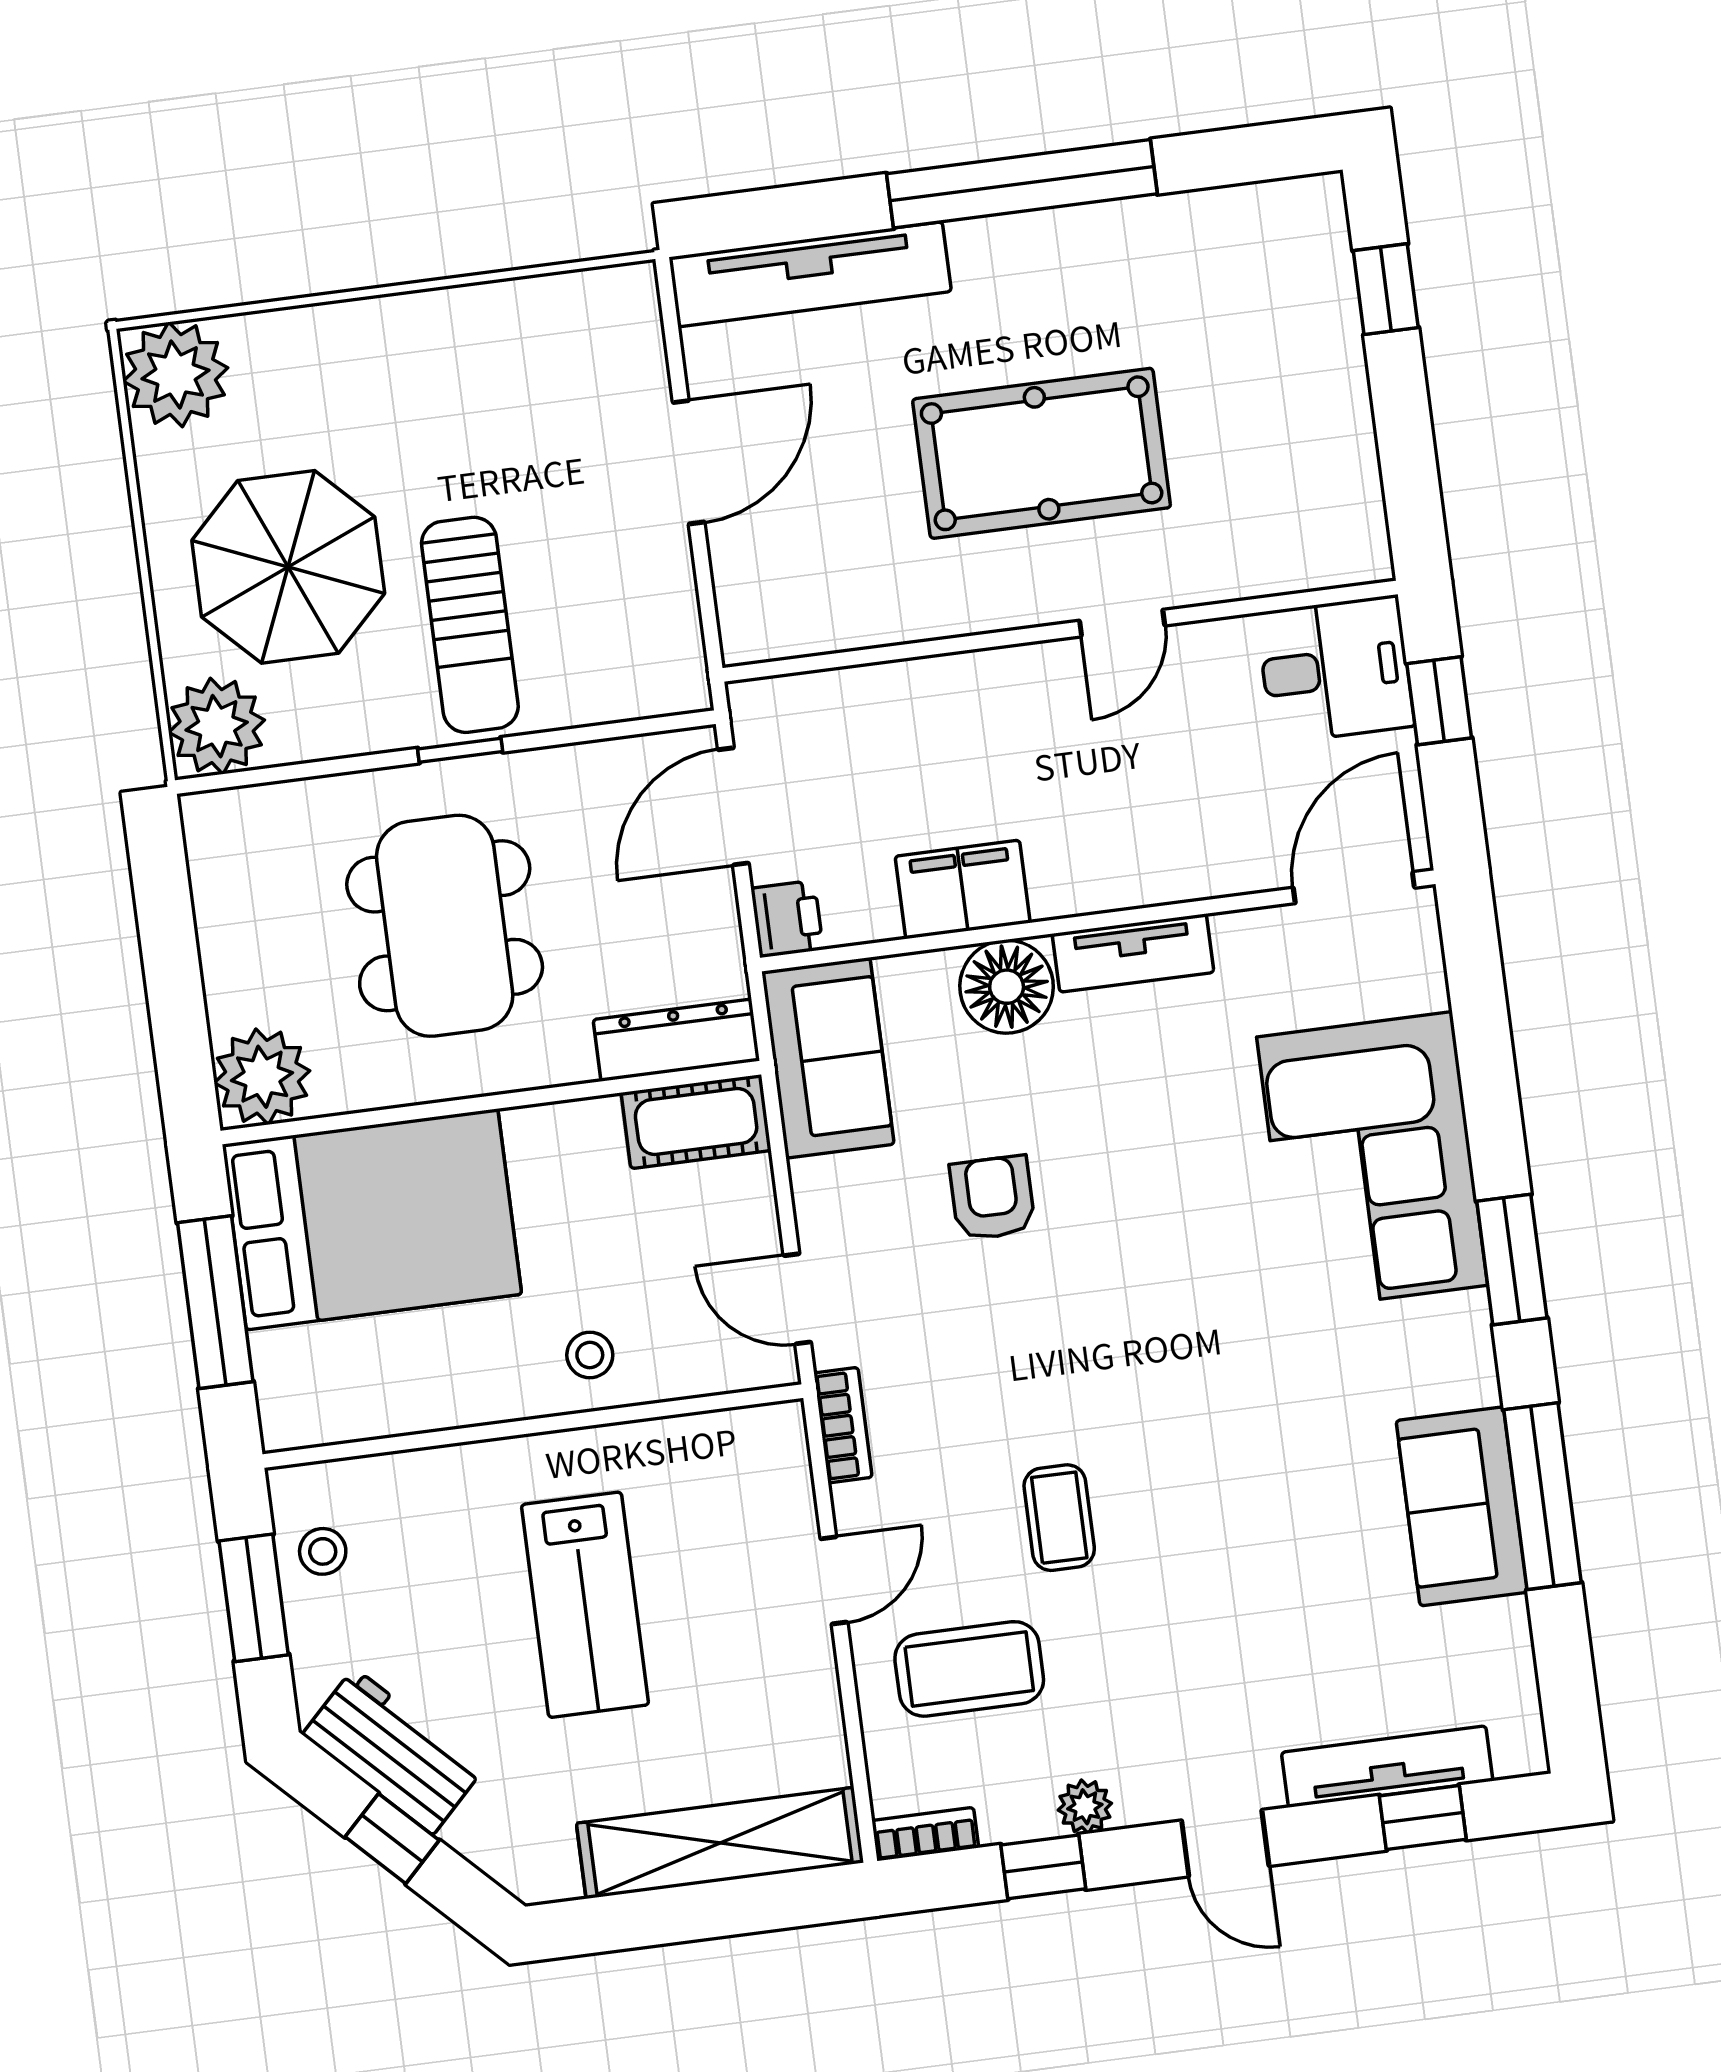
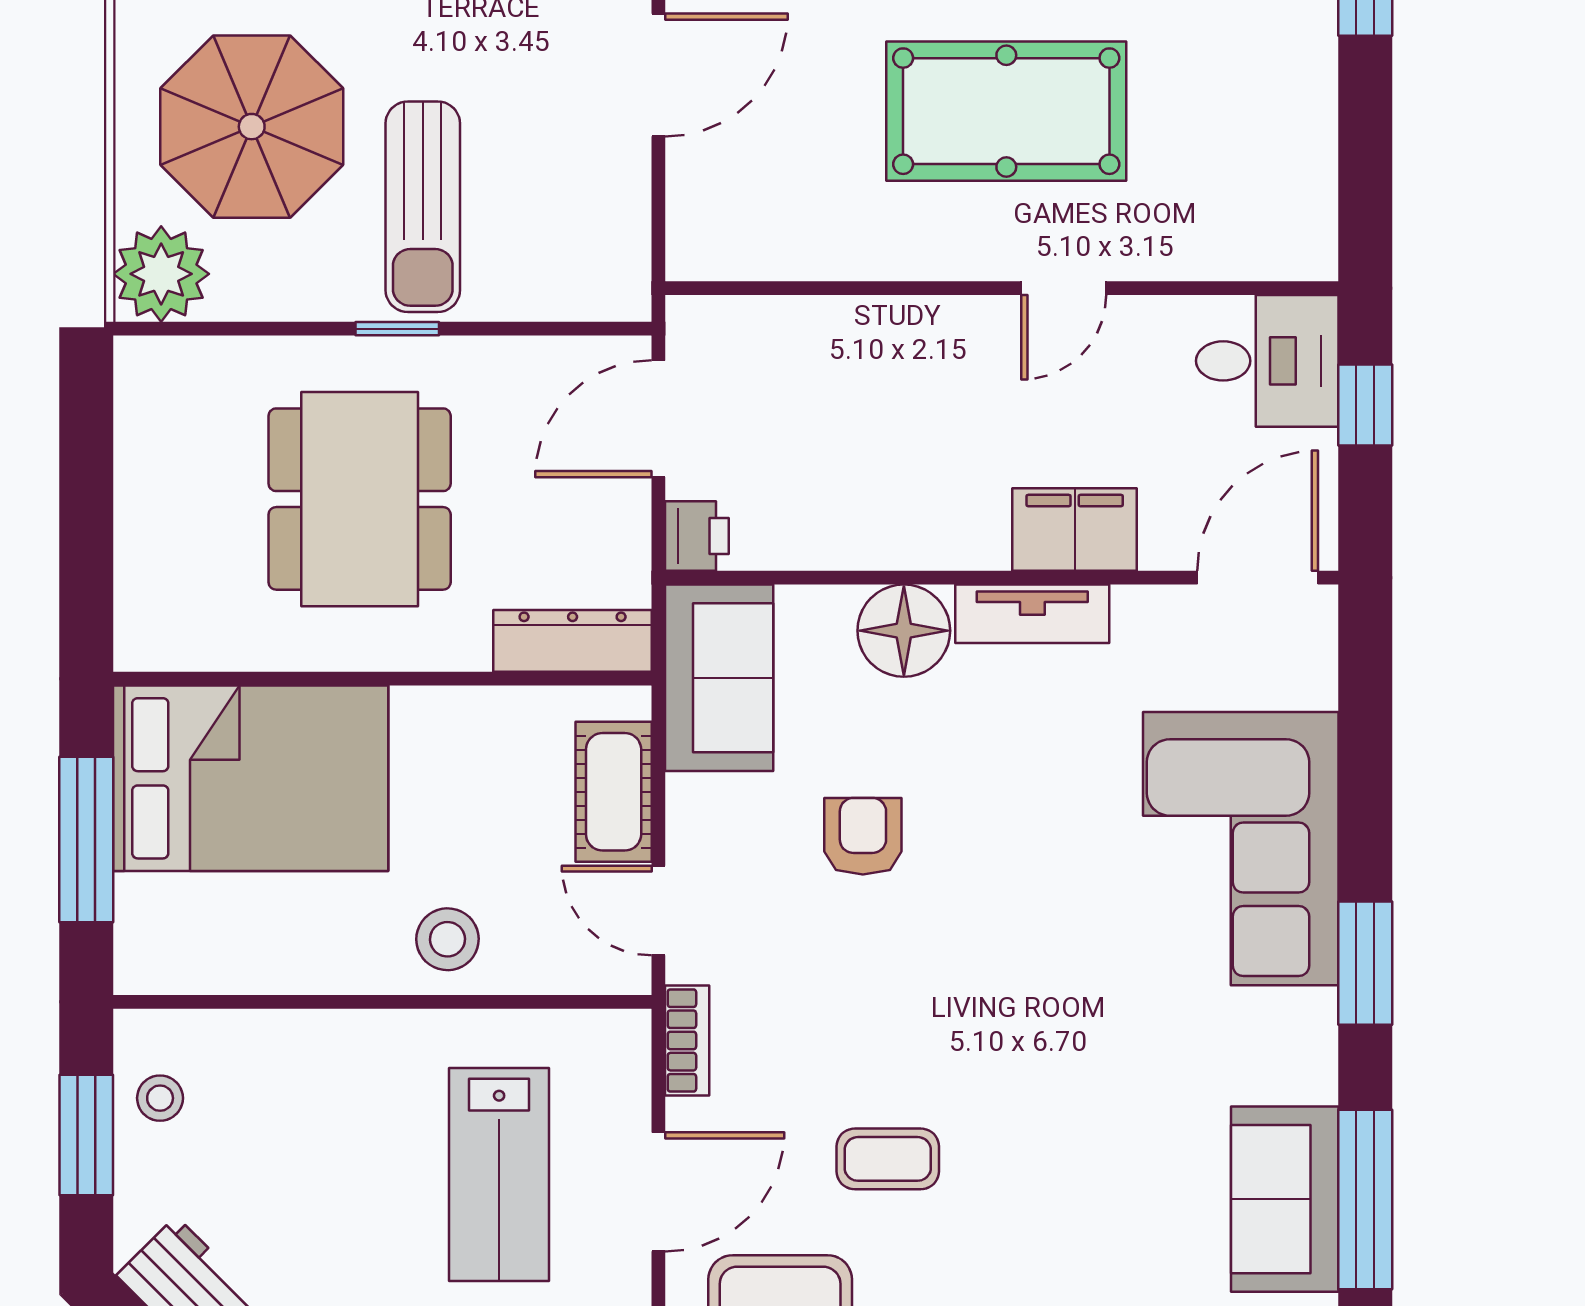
filing cabinet: (963, 889) -> (1075, 530), moved
plant: (262, 1077) -> (161, 624), removed
cot: (696, 1122) -> (614, 792), moved, turned 90
stool: (590, 1355) -> (447, 939), width x1.37, depth x1.37
coffee table: (1059, 1518) -> (888, 1159), turned 90
door: (834, 1580) -> (658, 1192), width x1.38
lab bench: (585, 1605) -> (499, 1175), moved

